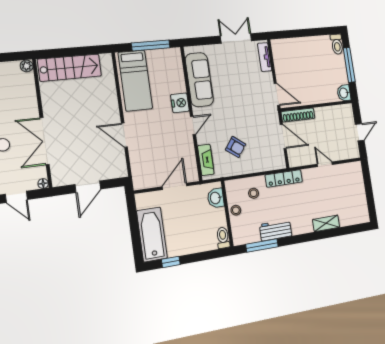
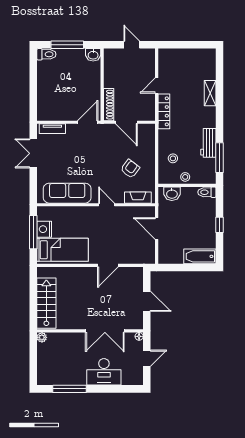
nightstand: (180, 103) -> (44, 229), moved, turned -90
door: (283, 137) -> (126, 122), swing flipped
locker: (284, 178) -> (164, 111), moved
bathtub: (152, 234) -> (200, 256), width x0.73, depth x0.73
window: (171, 262) -> (220, 225), moved

